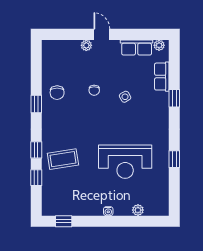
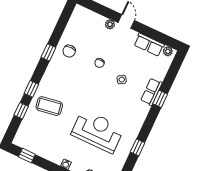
row of seats: (162, 77) -> (151, 92), moved
reception desk: (125, 162) -> (98, 131), turned 180

